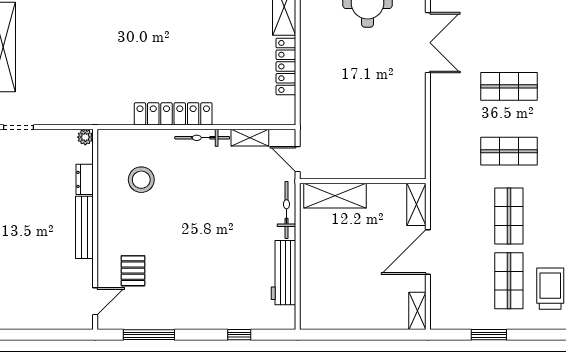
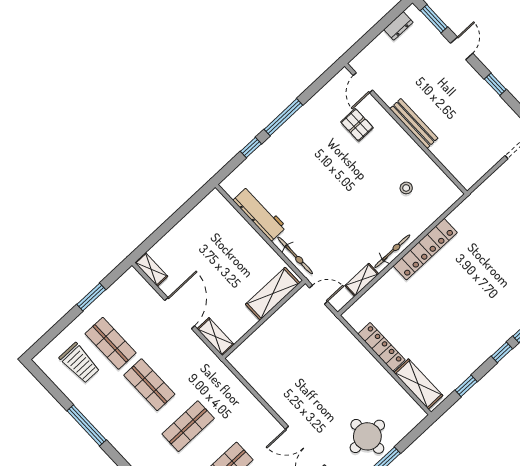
plant: (85, 137) -> (467, 182), removed
dresser: (85, 179) -> (398, 26), moved, turned 90
stool: (141, 180) -> (406, 188), width x0.53, depth x0.53
window: (149, 335) -> (283, 117), moved

